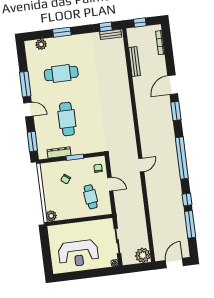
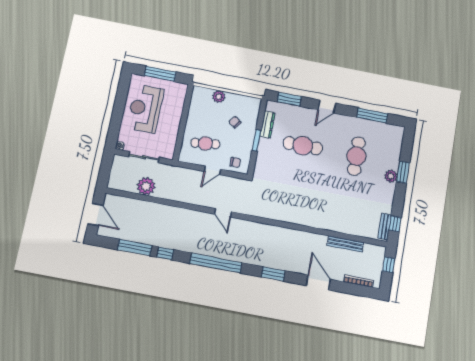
plant: (41, 44) -> (391, 176), moved
window: (25, 84) -> (372, 115), moved
door: (173, 85) -> (318, 282), moved
plant: (51, 216) -> (219, 96), moved
window: (46, 251) -> (160, 74), added
plant: (143, 255) -> (146, 186), moved

